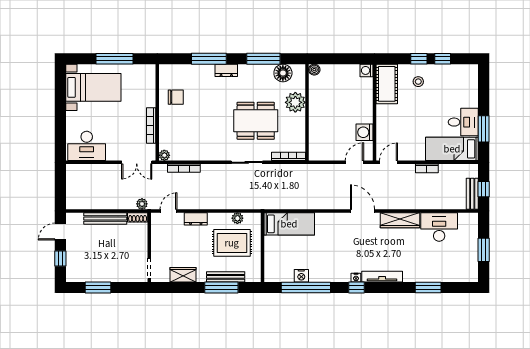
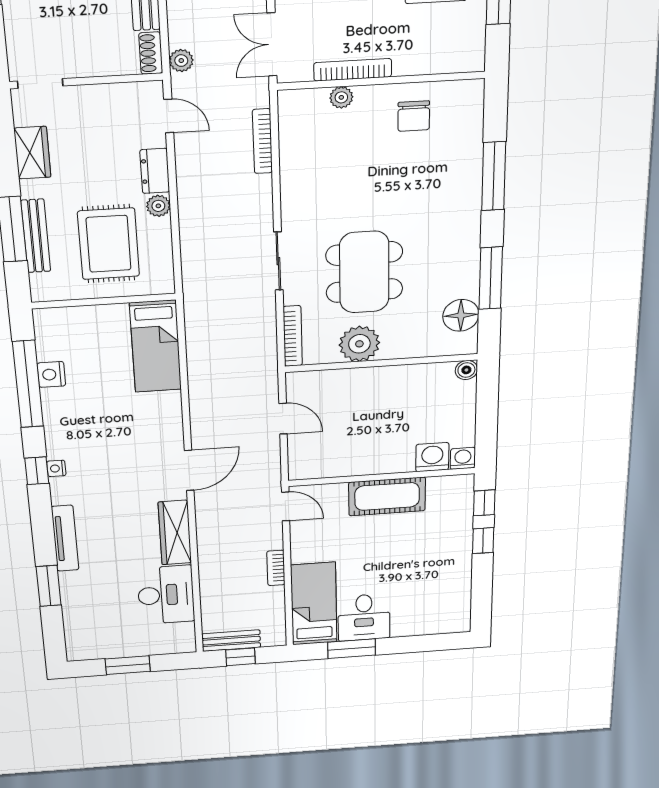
window: (443, 59) -> (484, 503), moved
dresser: (226, 70) -> (468, 211), removed
stool: (418, 82) -> (440, 543), removed
cot: (387, 84) -> (387, 496), moved
plant: (295, 102) -> (359, 344), moved
washing machine: (365, 132) -> (432, 457), moved
plant: (164, 155) -> (341, 97), moved
door: (354, 162) -> (283, 419), moved
plant: (237, 218) -> (158, 206), moved
tv unit: (382, 277) -> (65, 538), moved

